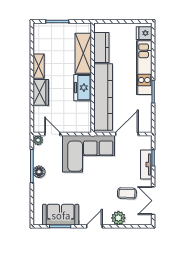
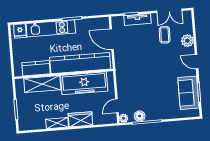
freezer: (83, 88) -> (84, 83), width x1.91, depth x1.26
corner sofa: (89, 154) -> (132, 72), removed
floor lamp: (39, 172) -> (140, 116), moved

